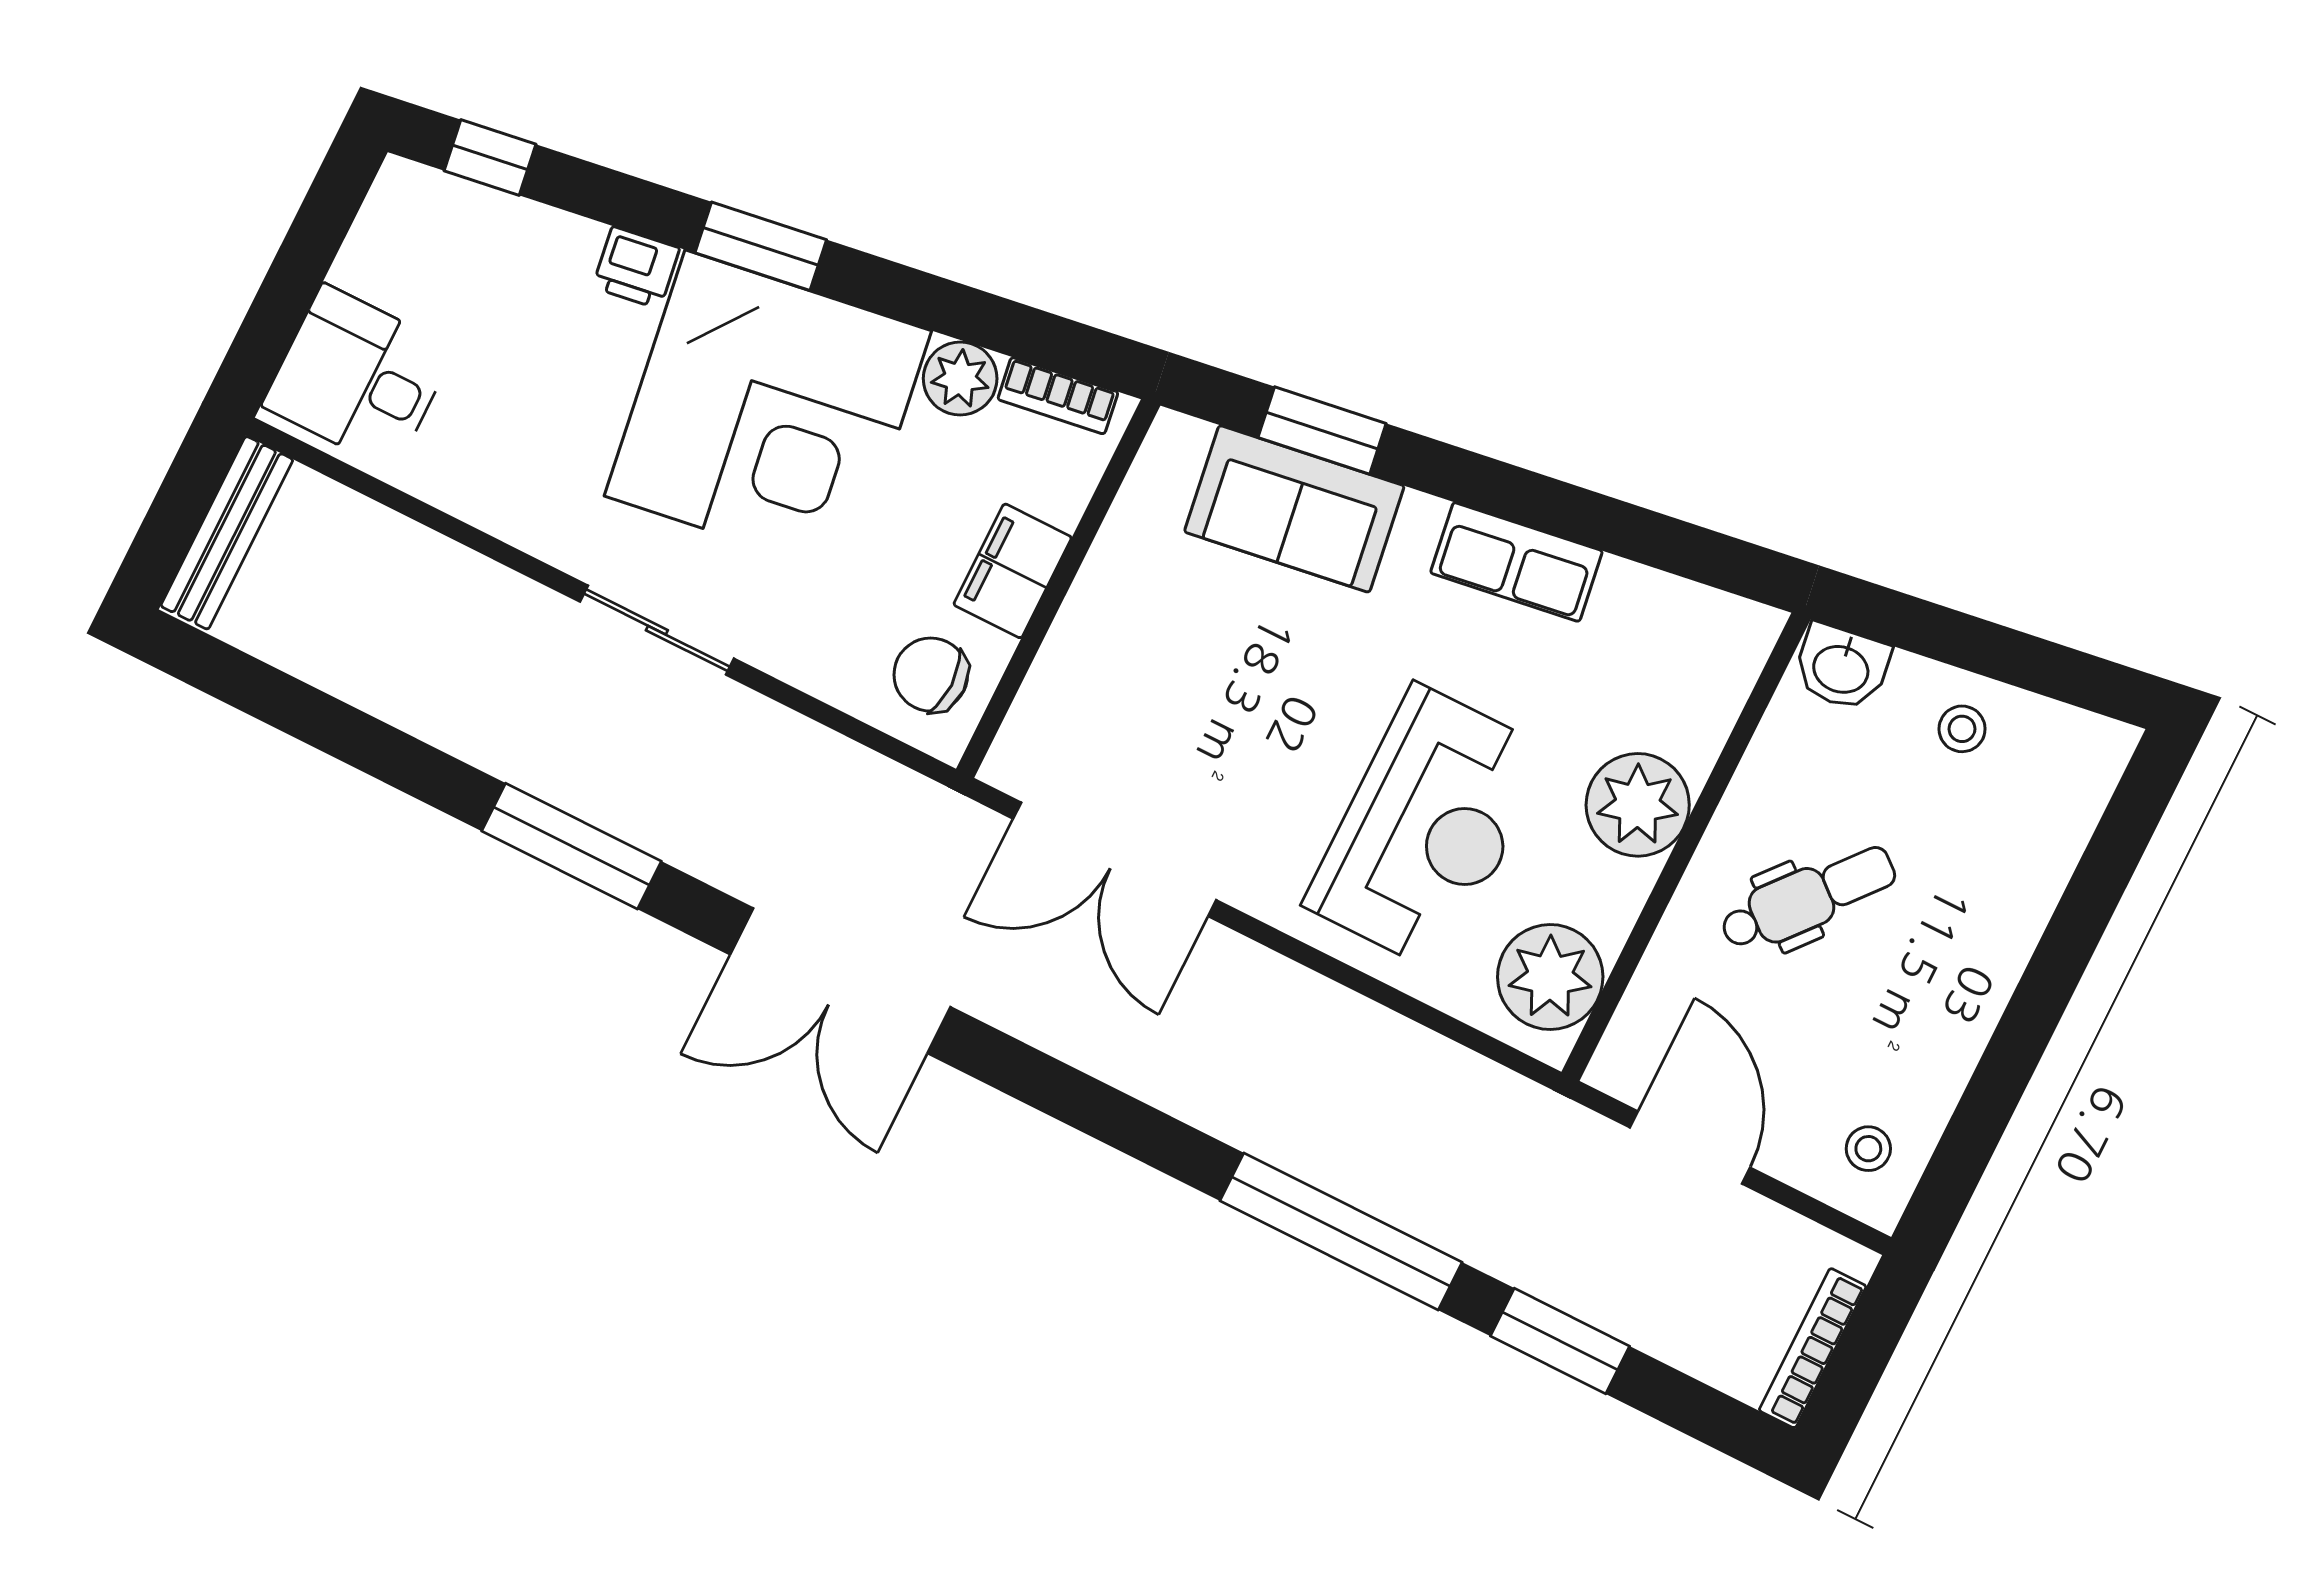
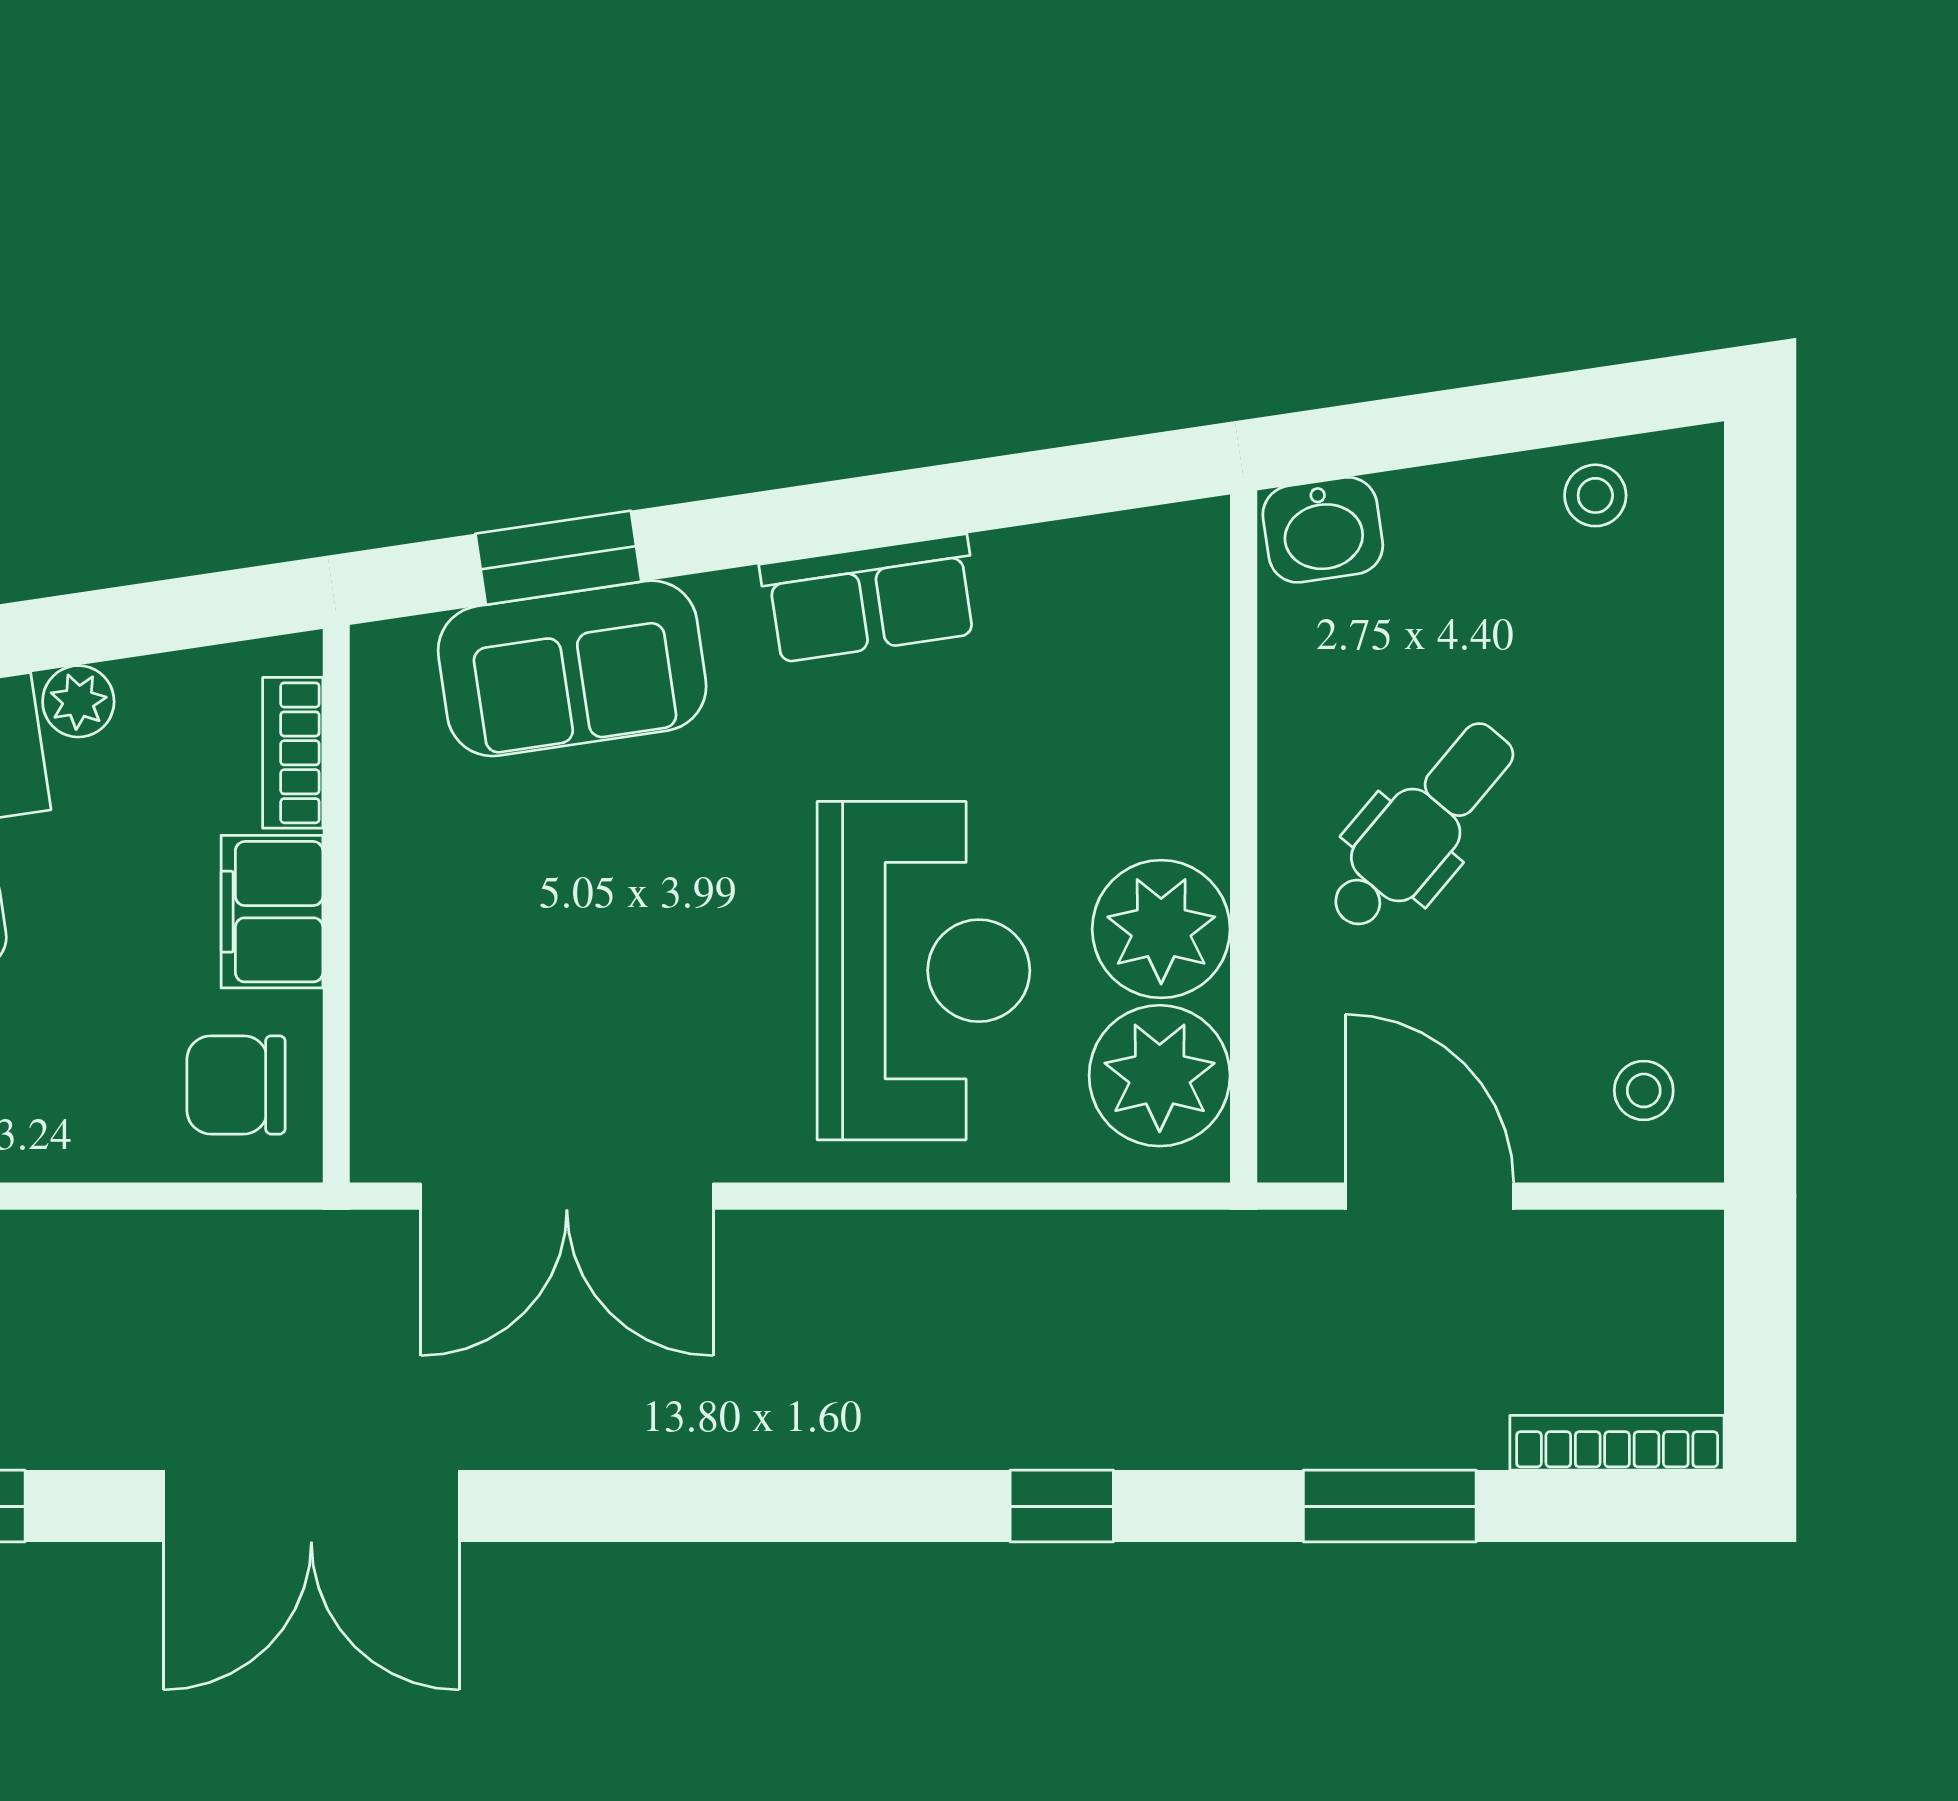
plant: (960, 379) -> (78, 701), width x0.73, depth x0.73
bookcase: (1058, 396) -> (293, 753), moved, turned 98
stool: (1962, 729) -> (1595, 495), moved
plant: (1638, 805) -> (1161, 929), moved
window: (1341, 1231) -> (1062, 1506), width x0.32
bookcase: (1813, 1348) -> (1617, 1443), moved, turned 90

